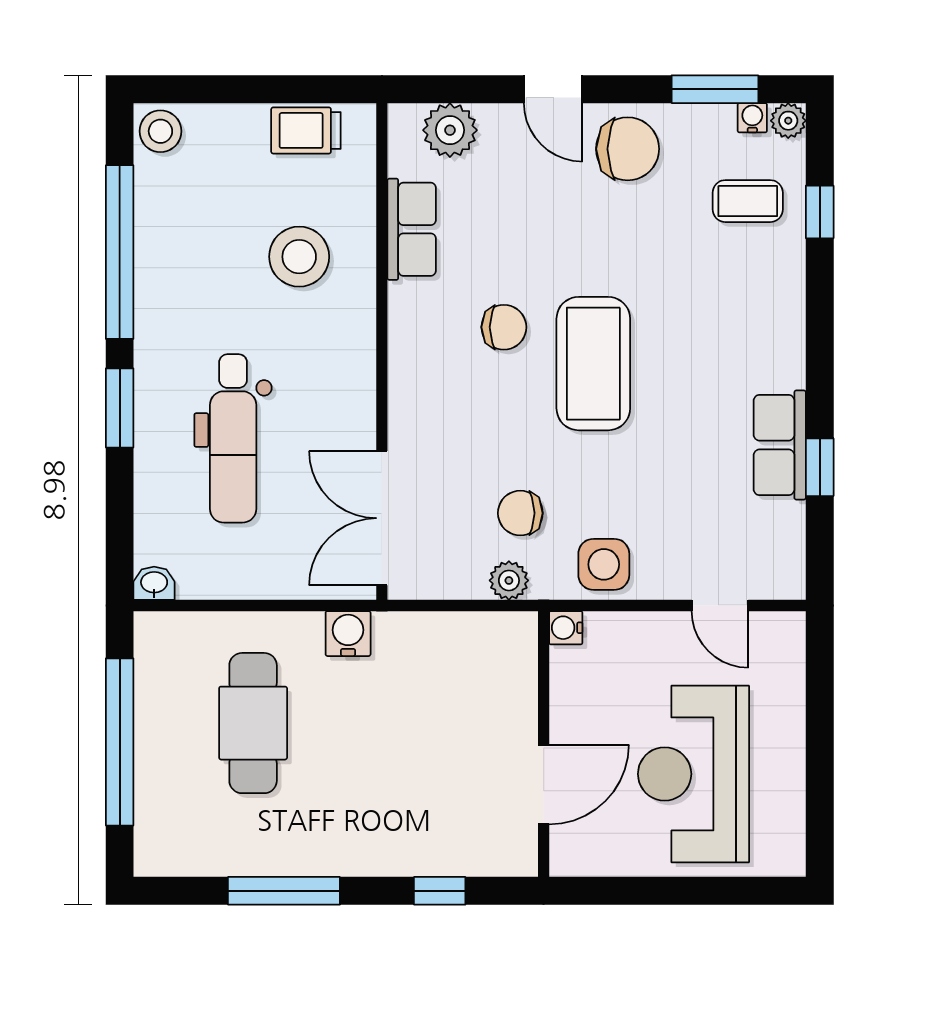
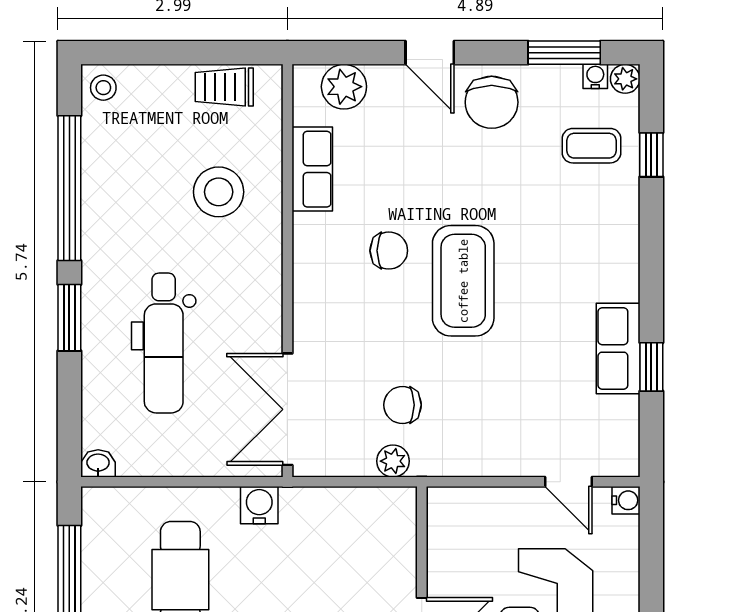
stool: (160, 131) -> (103, 88), width x0.73, depth x0.73
chair: (628, 149) -> (492, 102), turned 90
side table: (604, 564) -> (472, 448), removed
water cooler: (566, 628) -> (626, 500), moved, turned 180

